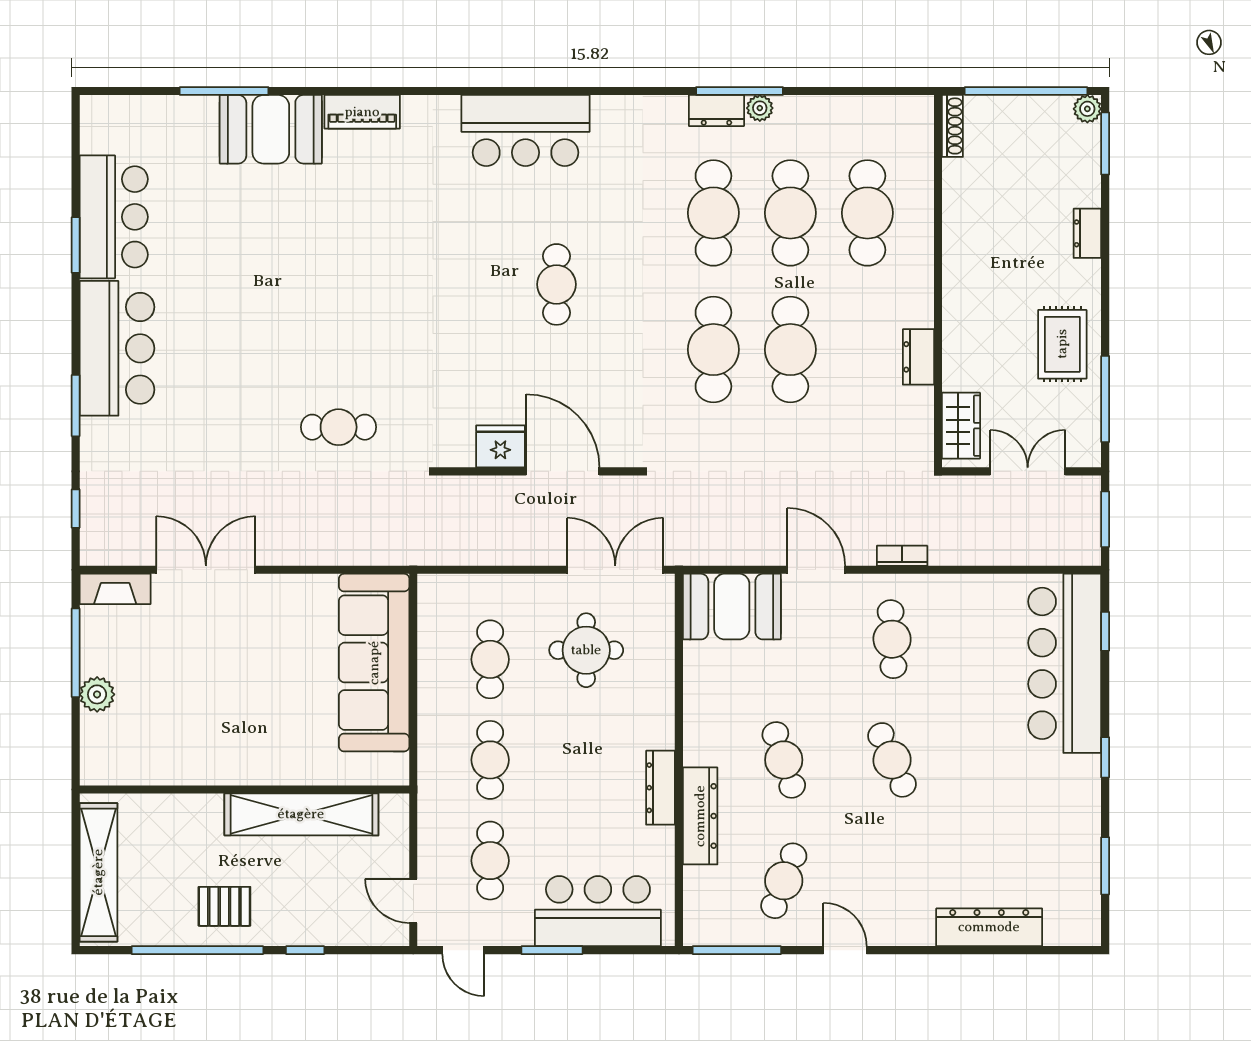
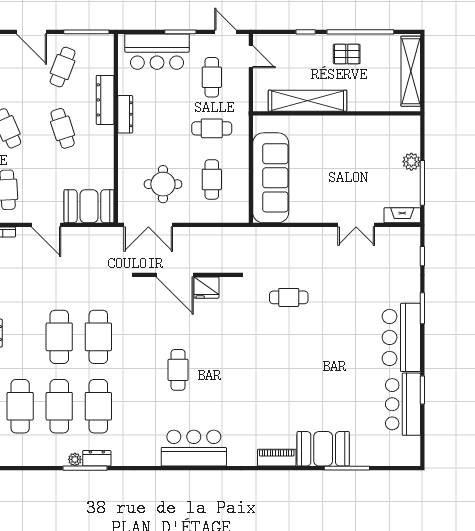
double door: (206, 570) -> (356, 225), width x0.73
cafe table: (490, 760) -> (212, 128), turned 90
door: (845, 950) -> (32, 32), width x1.38

